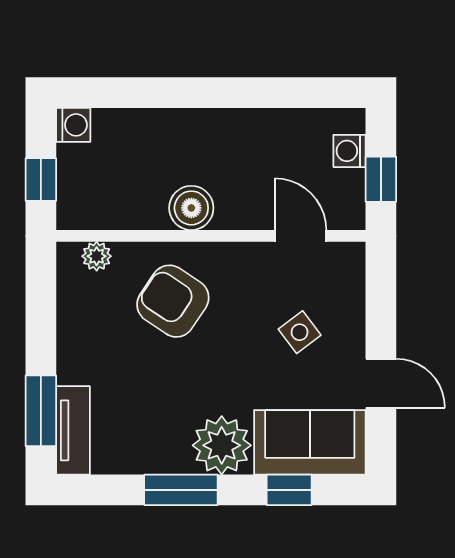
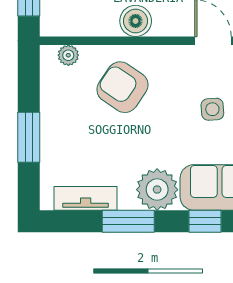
side table: (300, 332) -> (212, 109), turned 33
window: (41, 411) -> (29, 137), moved
tv unit: (73, 430) -> (86, 198), moved, turned -90

